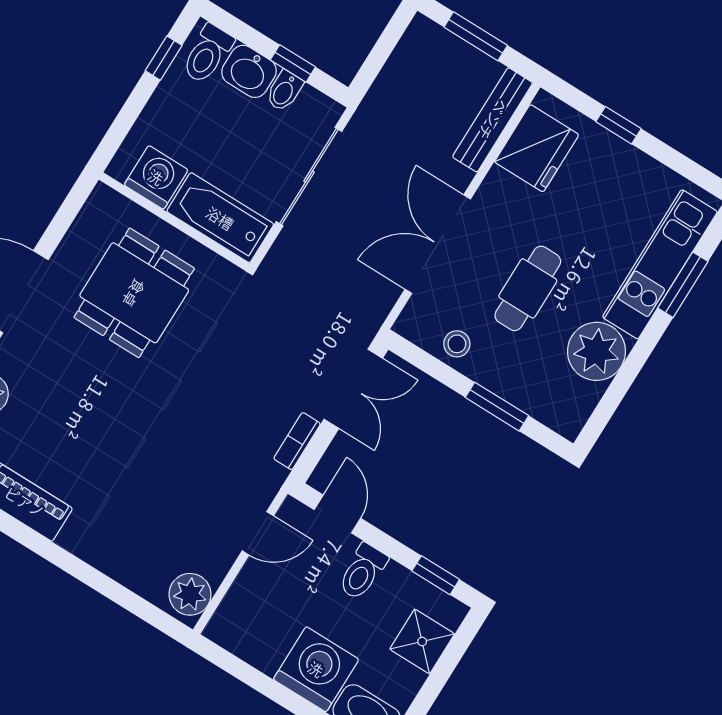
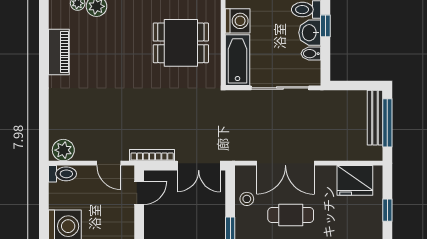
window: (476, 36) -> (387, 123), width x1.44
window: (293, 63) -> (325, 26), moved
bench: (493, 120) -> (375, 118), moved, turned 90
double door: (438, 244) -> (285, 163), swing flipped
bookcase: (297, 441) -> (152, 155), width x1.56
toilet: (363, 572) -> (62, 174), moved, turned 180

